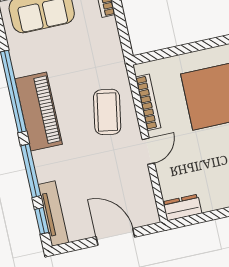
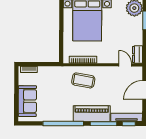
piano: (39, 111) -> (92, 114), moved
door: (148, 151) -> (125, 65), moved

